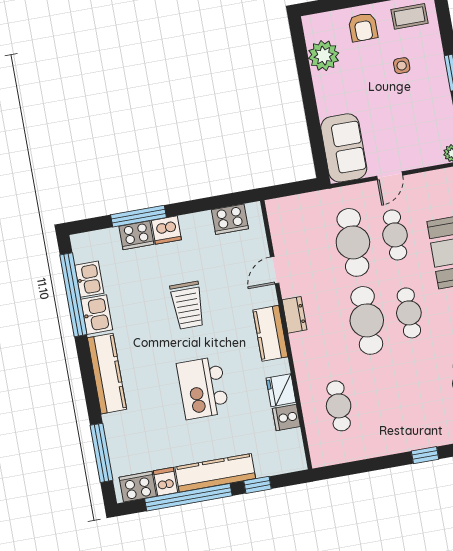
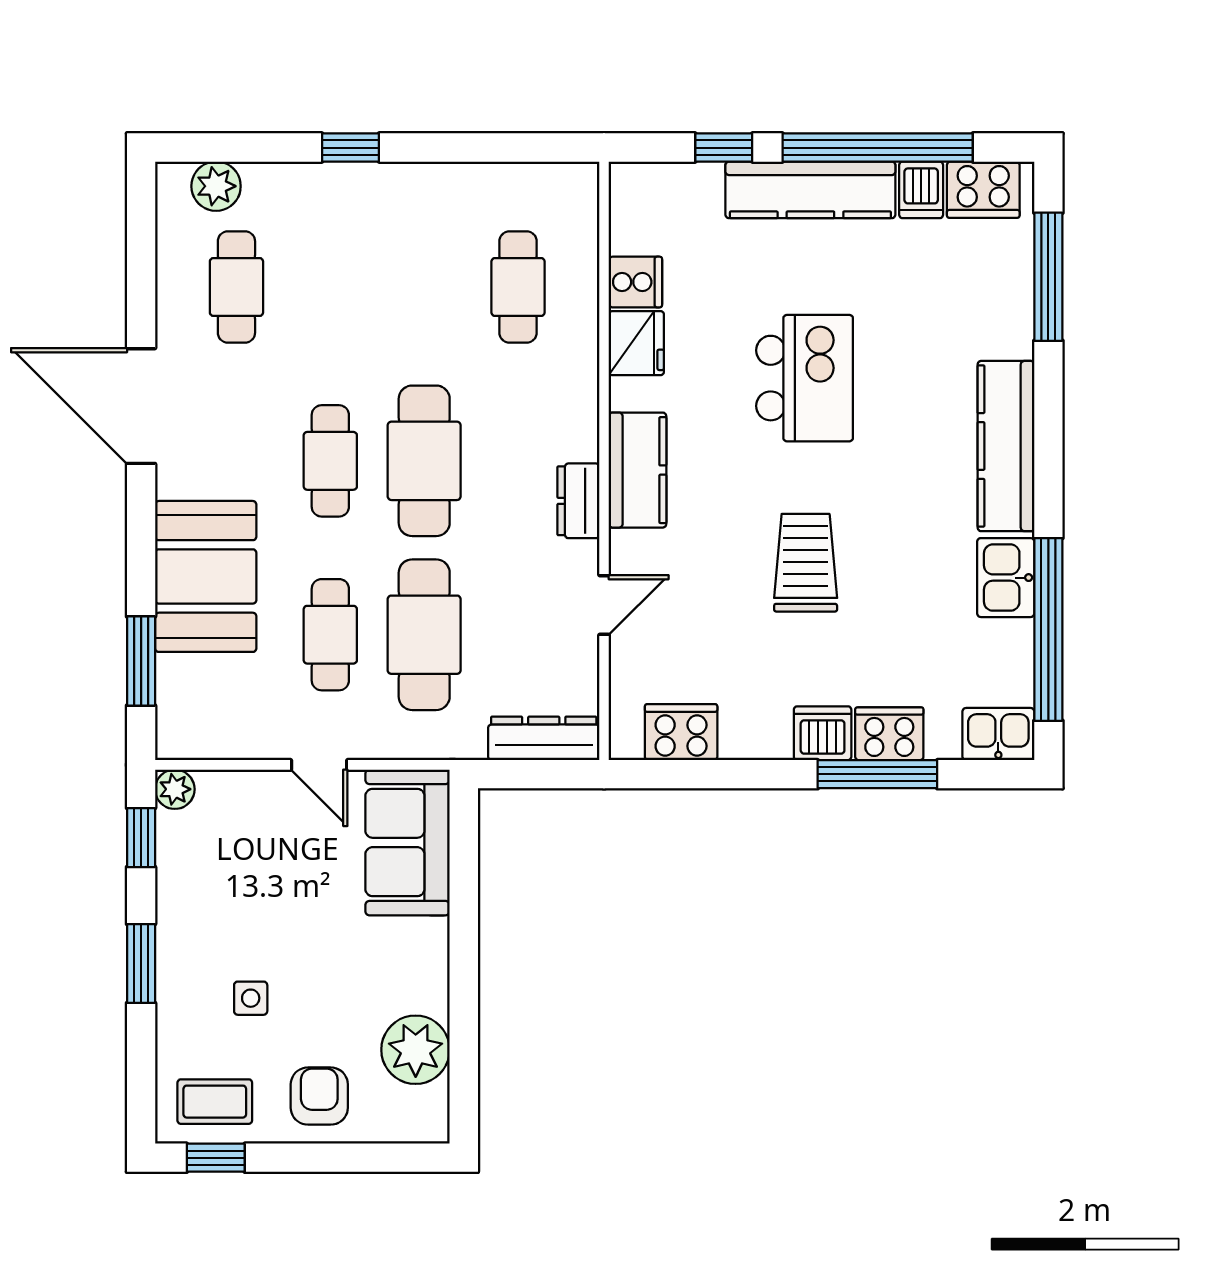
door: (390, 176) -> (319, 765), swing flipped
dresser: (291, 205) -> (544, 738), added
kitchen sink: (89, 279) -> (998, 734), moved, turned 90

